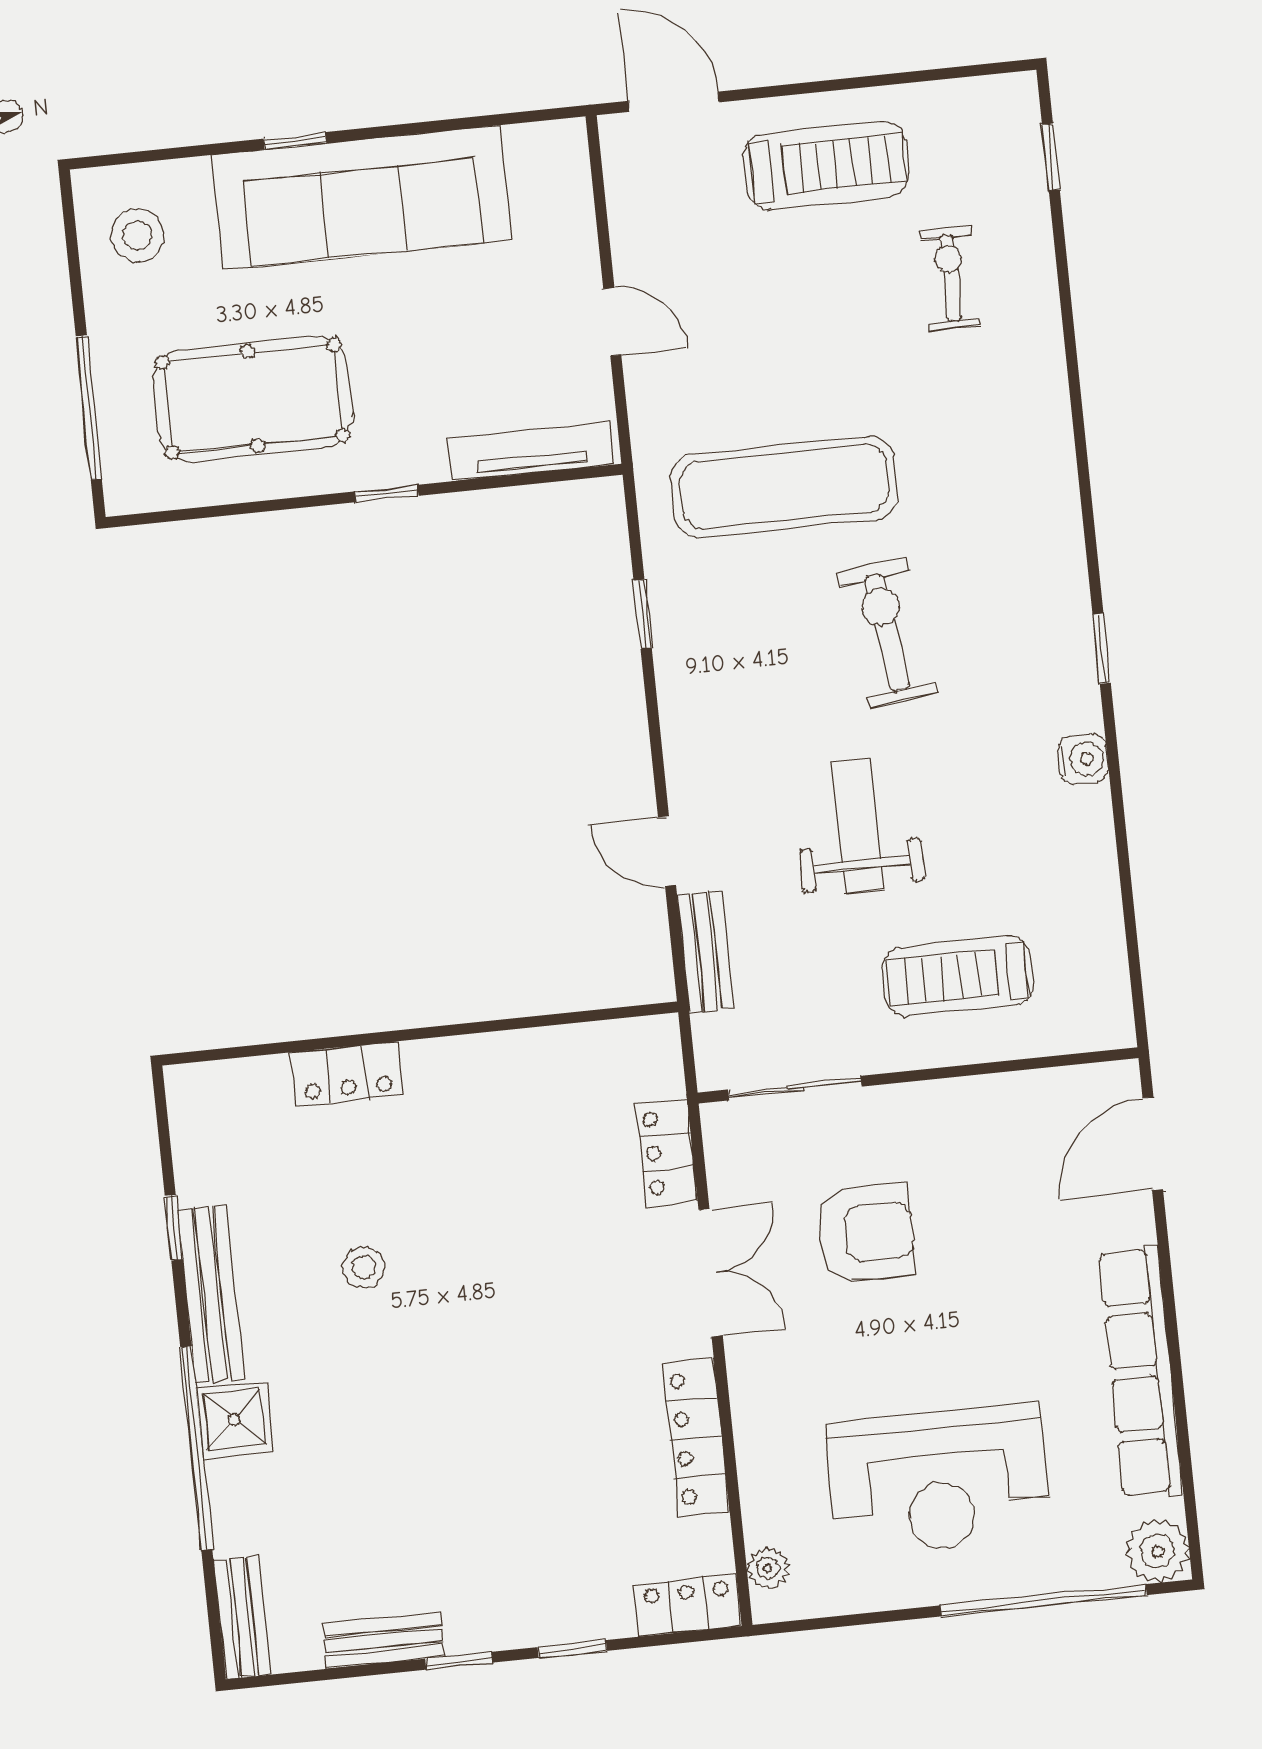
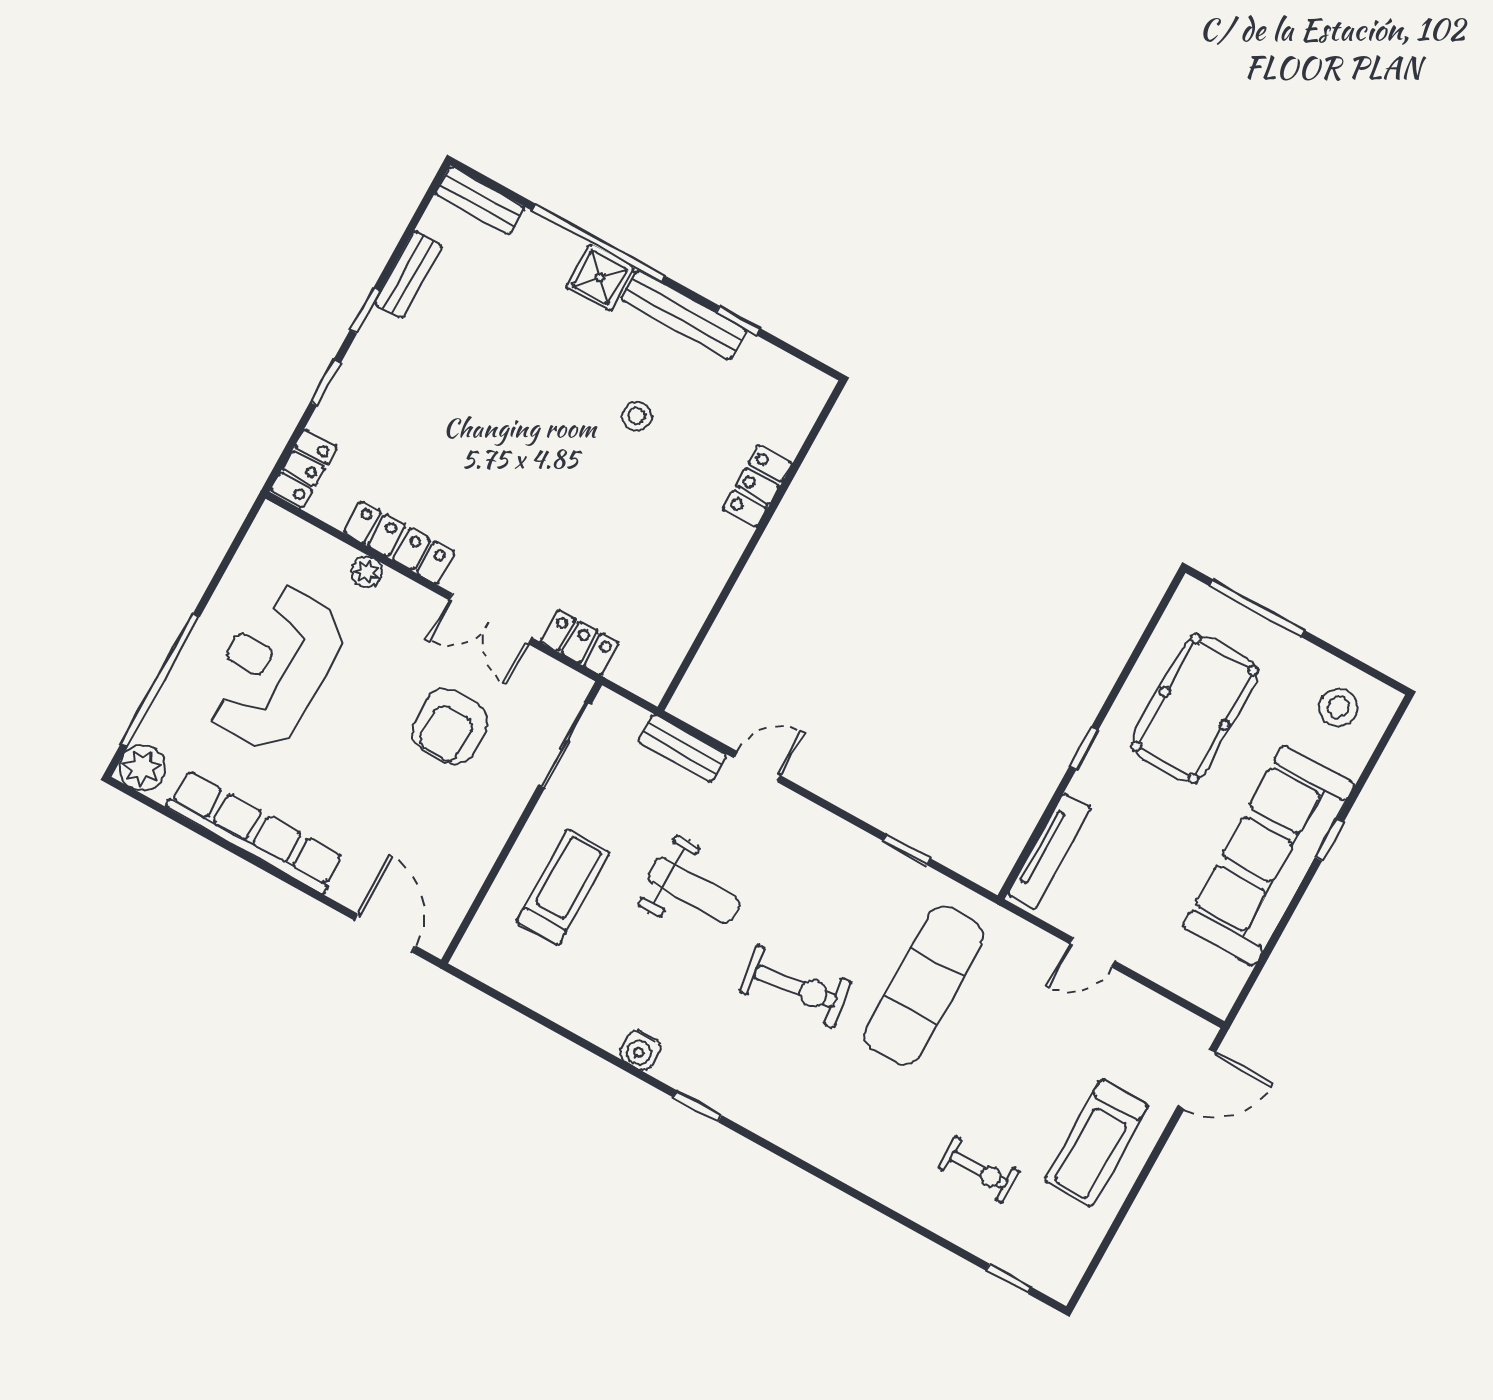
plant: (768, 1568) -> (367, 572), moved

